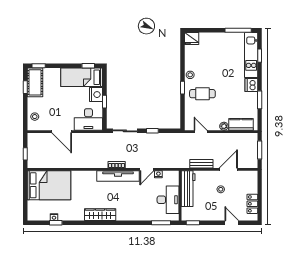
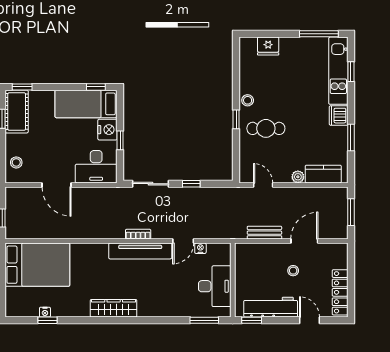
fridge: (192, 38) -> (268, 46), moved
workbench: (188, 189) -> (271, 307), moved, turned -90
locker: (252, 204) -> (340, 292), width x1.53

